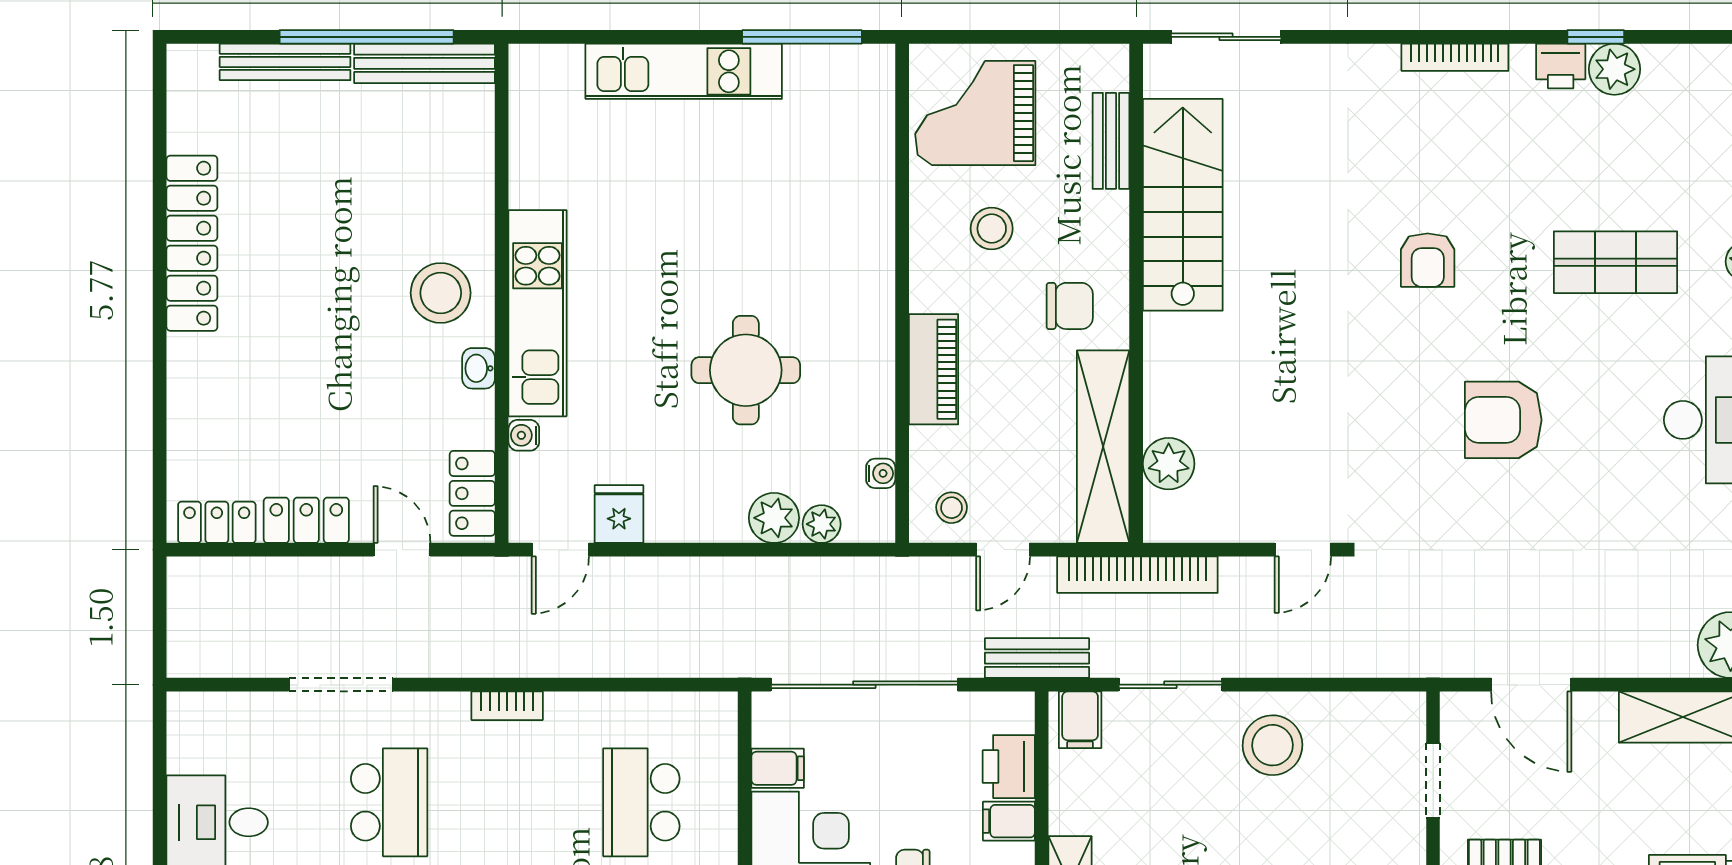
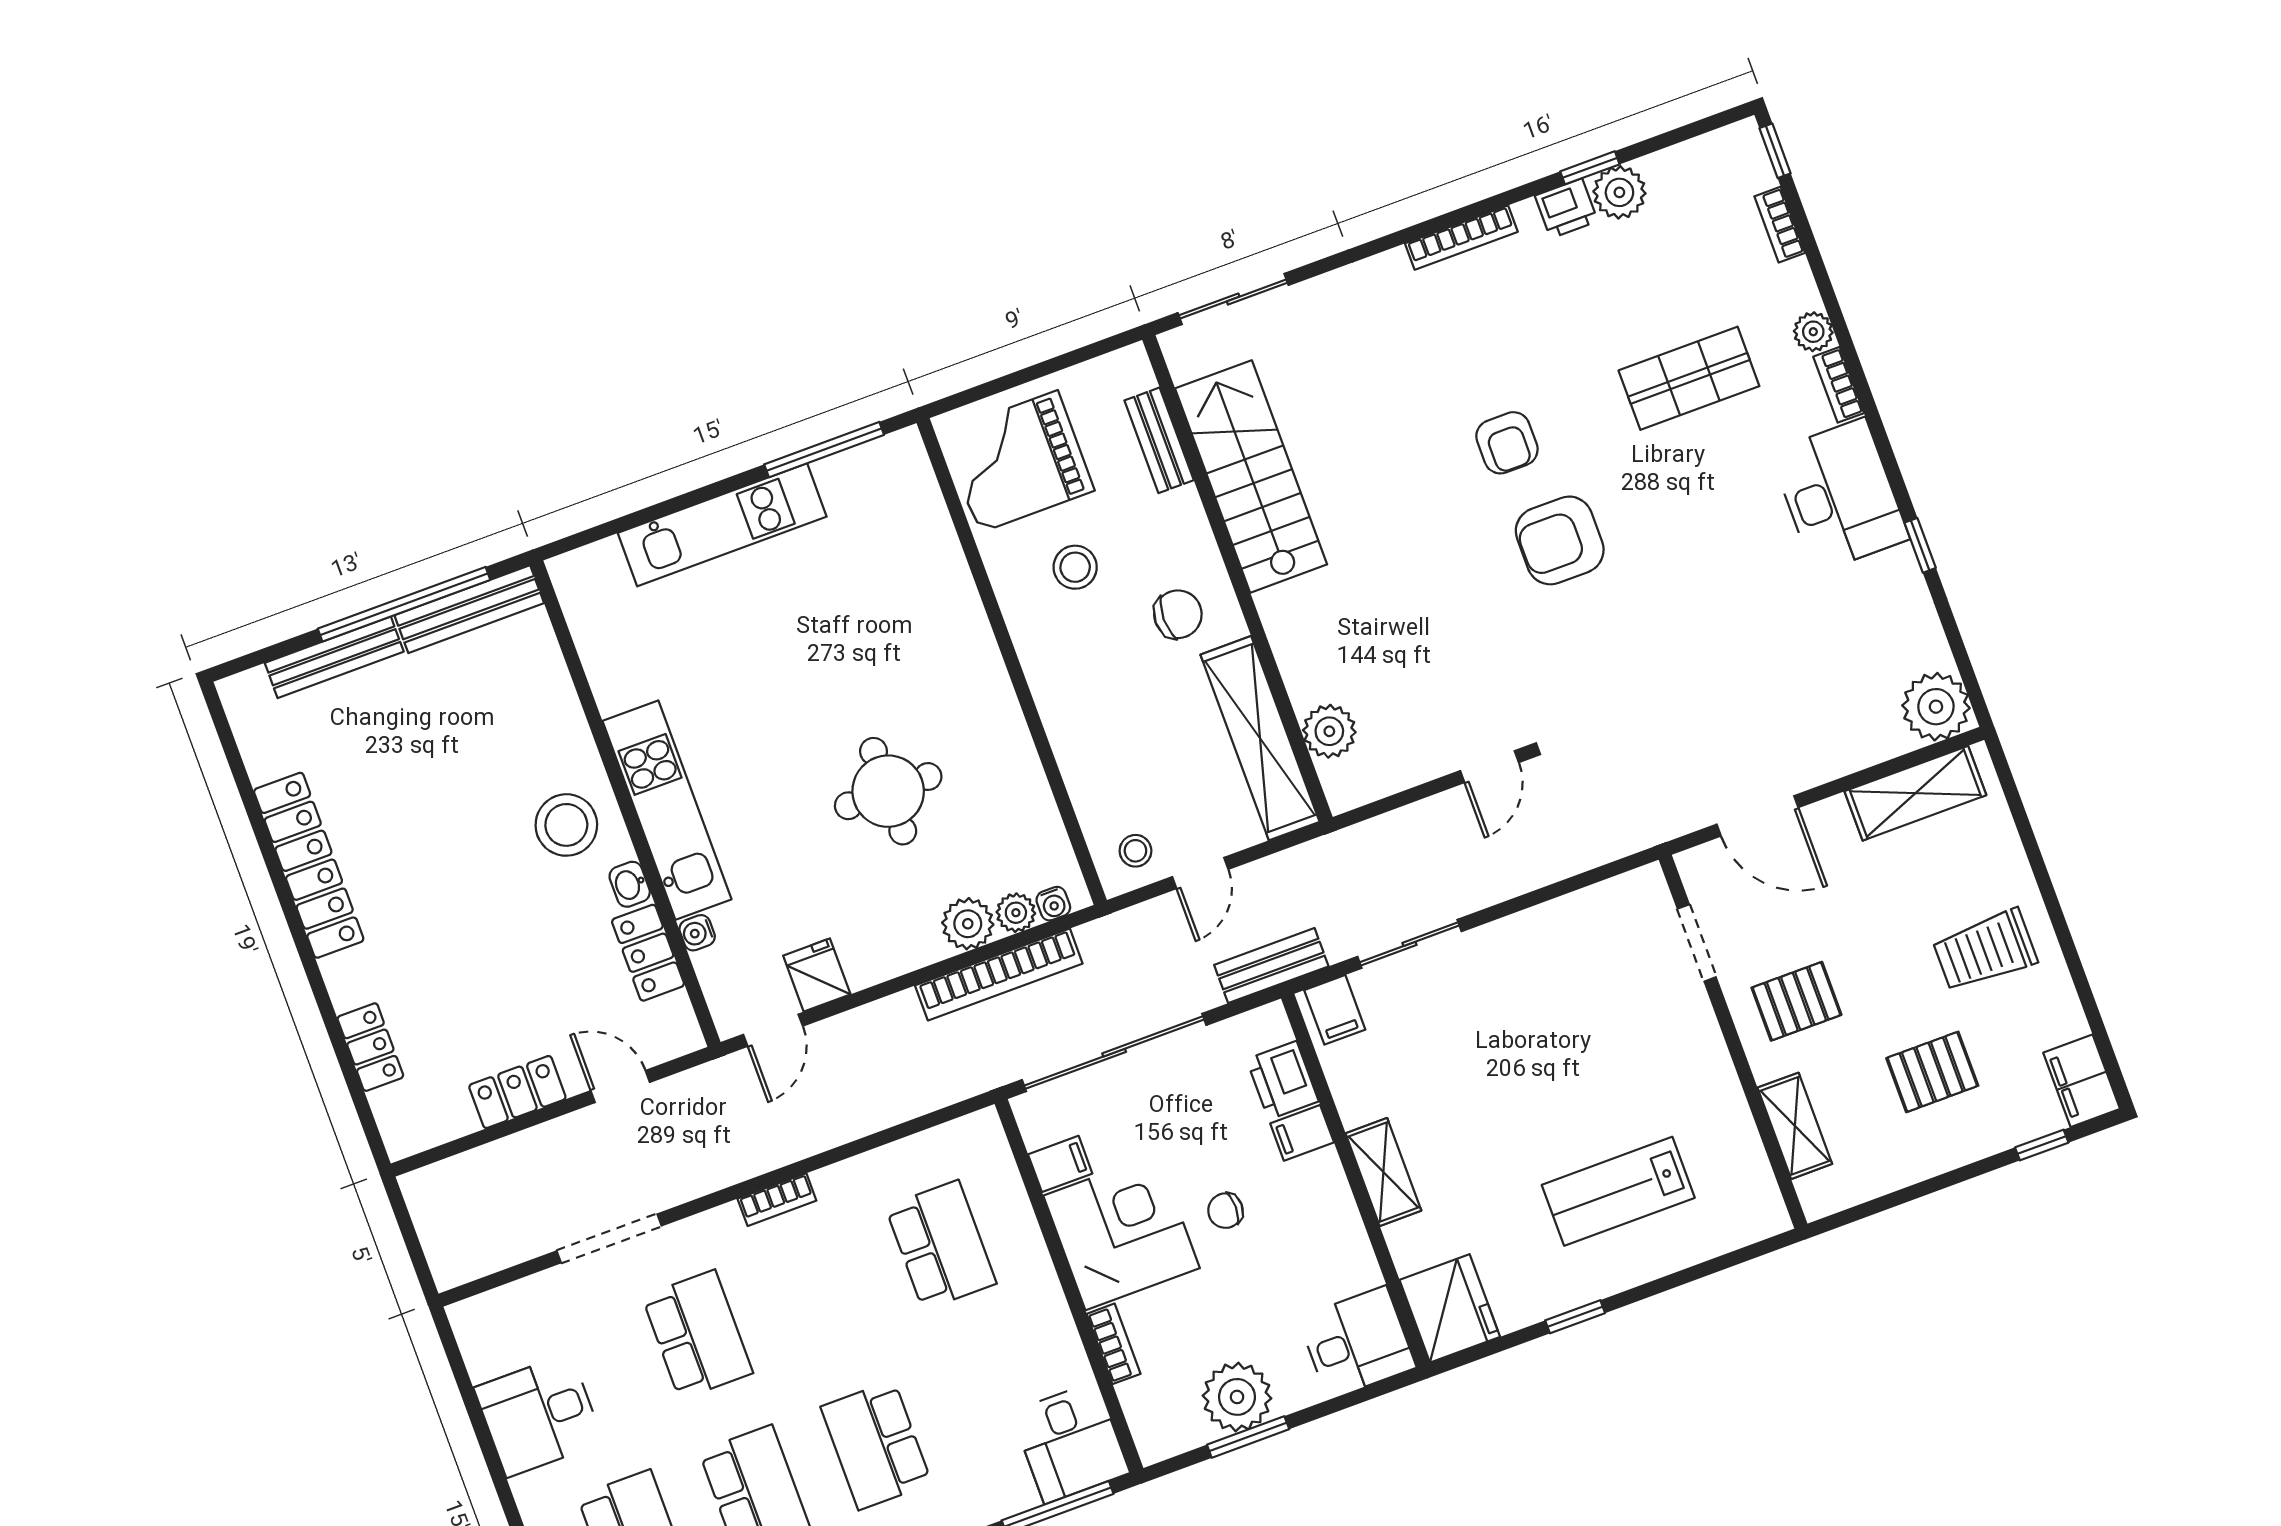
piano: (934, 369) -> (1069, 724), removed
armchair: (1503, 420) -> (1560, 540), moved
water cooler: (881, 473) -> (1053, 904), moved, turned 90
locker: (472, 493) -> (648, 953), moved
locker: (217, 522) -> (370, 1047), moved, turned 90
bookcase: (1137, 575) -> (999, 974), moved
stool: (1272, 745) -> (1529, 966), removed
school desk: (641, 802) -> (941, 1245), turned 180

